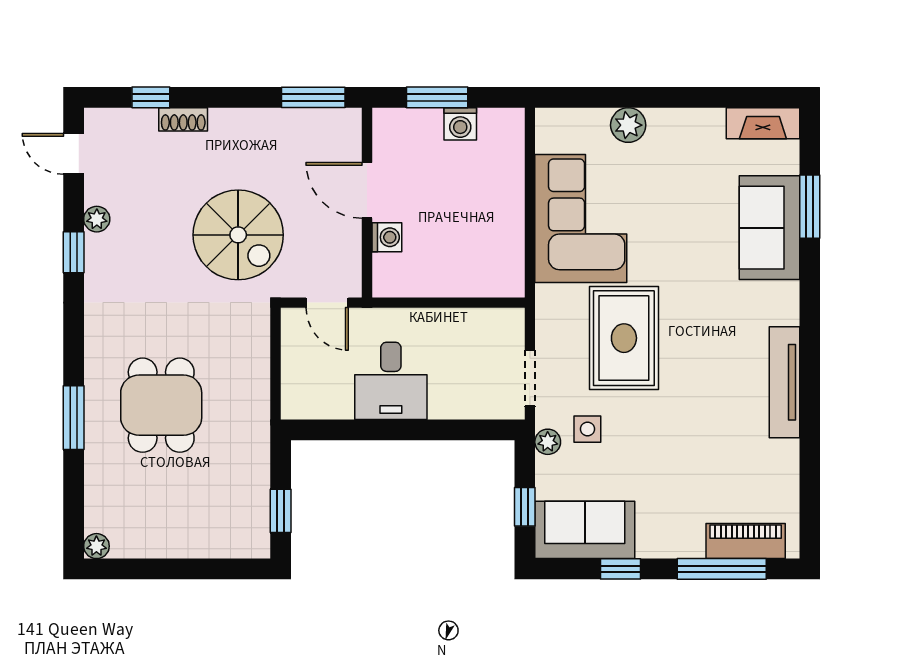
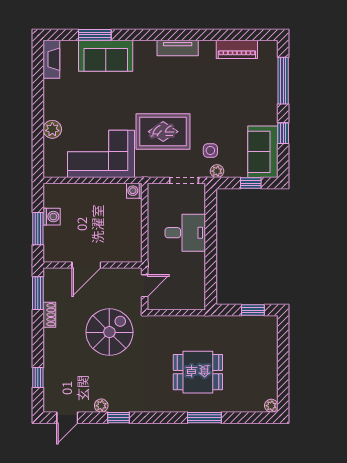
shoe rack: (183, 119) -> (49, 315), moved
washing machine: (387, 237) -> (134, 191), moved, turned -90
desk: (391, 381) -> (185, 233), moved
tv unit: (784, 382) -> (178, 48), width x0.71
piano: (746, 541) -> (237, 49), moved, turned -90

